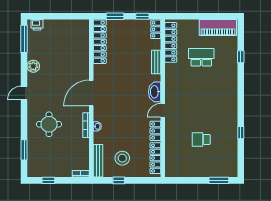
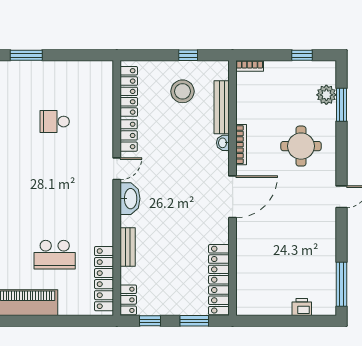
printer: (37, 25) -> (302, 307), moved
plant: (33, 66) -> (326, 95), moved
school desk: (201, 139) -> (55, 122), turned 180
bench: (98, 161) -> (222, 107), moved

